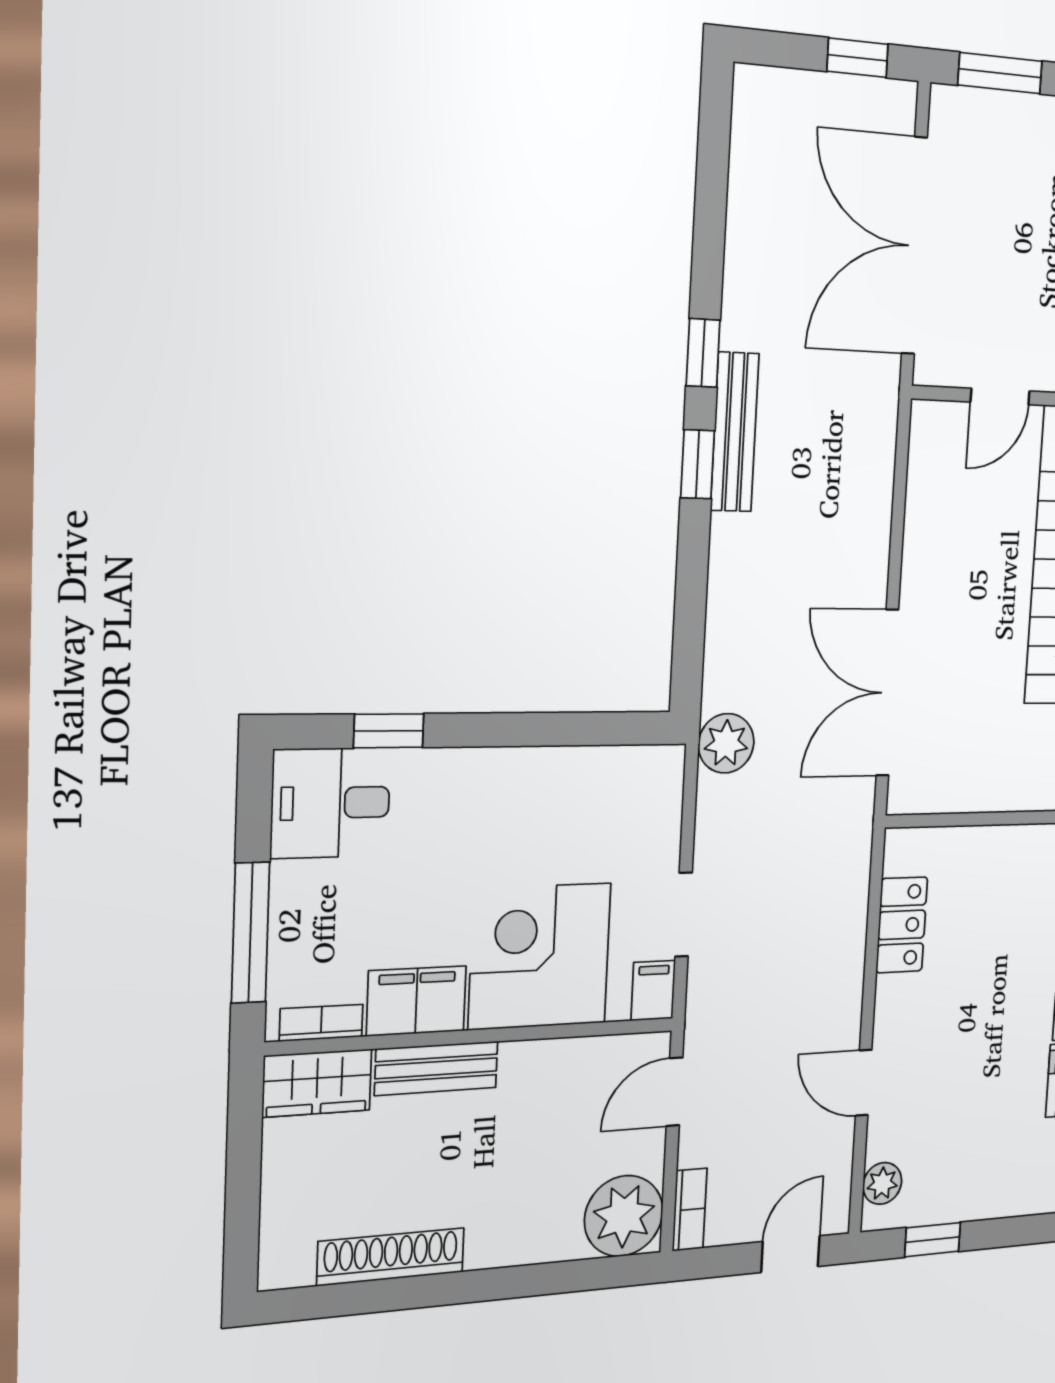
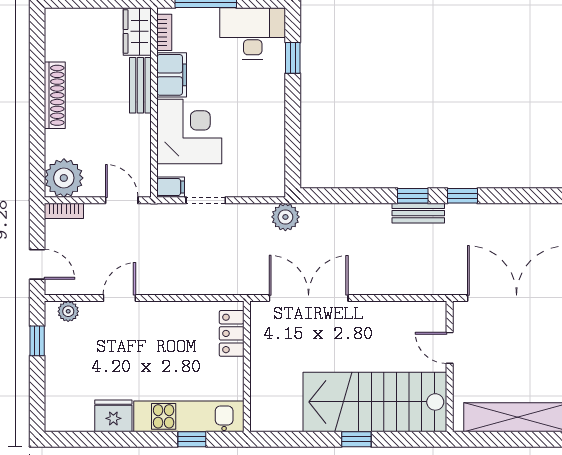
bench: (735, 432) -> (418, 213), width x0.73
desk: (331, 803) -> (253, 33), width x1.37
locker: (902, 925) -> (232, 333), moved, turned 90
shoe rack: (391, 1257) -> (55, 95), moved

